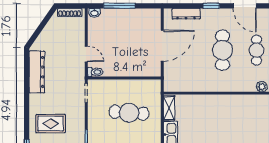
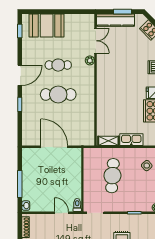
dresser: (186, 14) -> (27, 126), removed
door: (86, 54) -> (62, 213), hinge flipped

